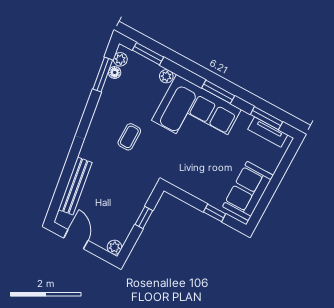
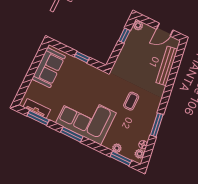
window: (103, 74) -> (157, 125), moved
plant: (166, 76) -> (117, 148), moved
window: (215, 213) -> (82, 57), moved
window: (144, 217) -> (124, 36), moved
door: (76, 239) -> (165, 30), hinge flipped

